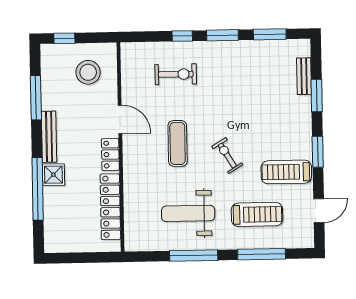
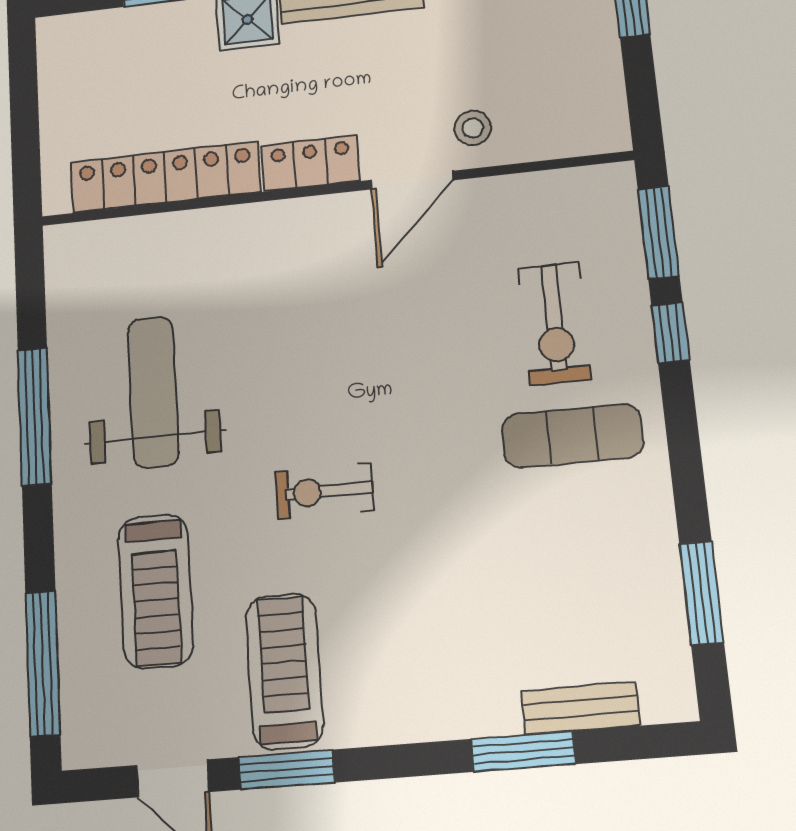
window: (222, 35) -> (658, 232), moved
stool: (88, 72) -> (473, 128), moved, width x0.53, depth x0.53
exercise mat: (178, 143) -> (572, 436), moved
window: (318, 152) -> (287, 770), moved
exercise bike: (227, 156) -> (325, 491), turned -149
window: (262, 254) -> (43, 663), moved

